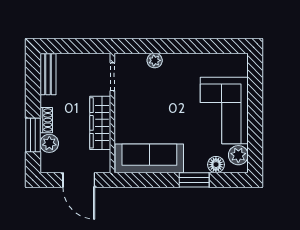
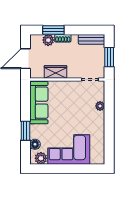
window: (76, 46) -> (109, 57), added
wardrobe: (100, 123) -> (55, 72), width x0.67

